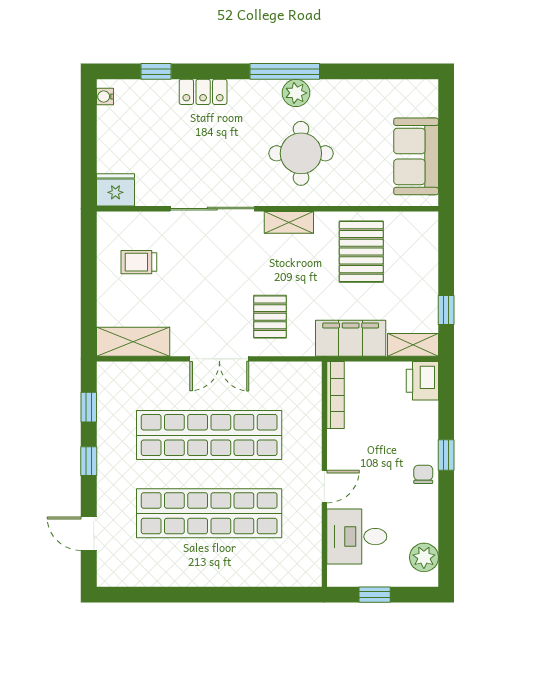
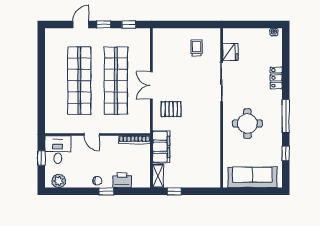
window: (156, 71) -> (286, 153), moved
plant: (296, 93) -> (276, 121), removed
sofa: (416, 156) -> (252, 177), width x1.36
fridge: (115, 190) -> (230, 52), moved
shelving: (289, 222) -> (215, 118), removed
pallet: (361, 252) -> (202, 152), removed
shelving: (133, 342) -> (159, 45), removed
printer: (422, 381) -> (122, 180), moved
door: (89, 534) -> (81, 24), moved
desk: (357, 537) -> (58, 150), moved

